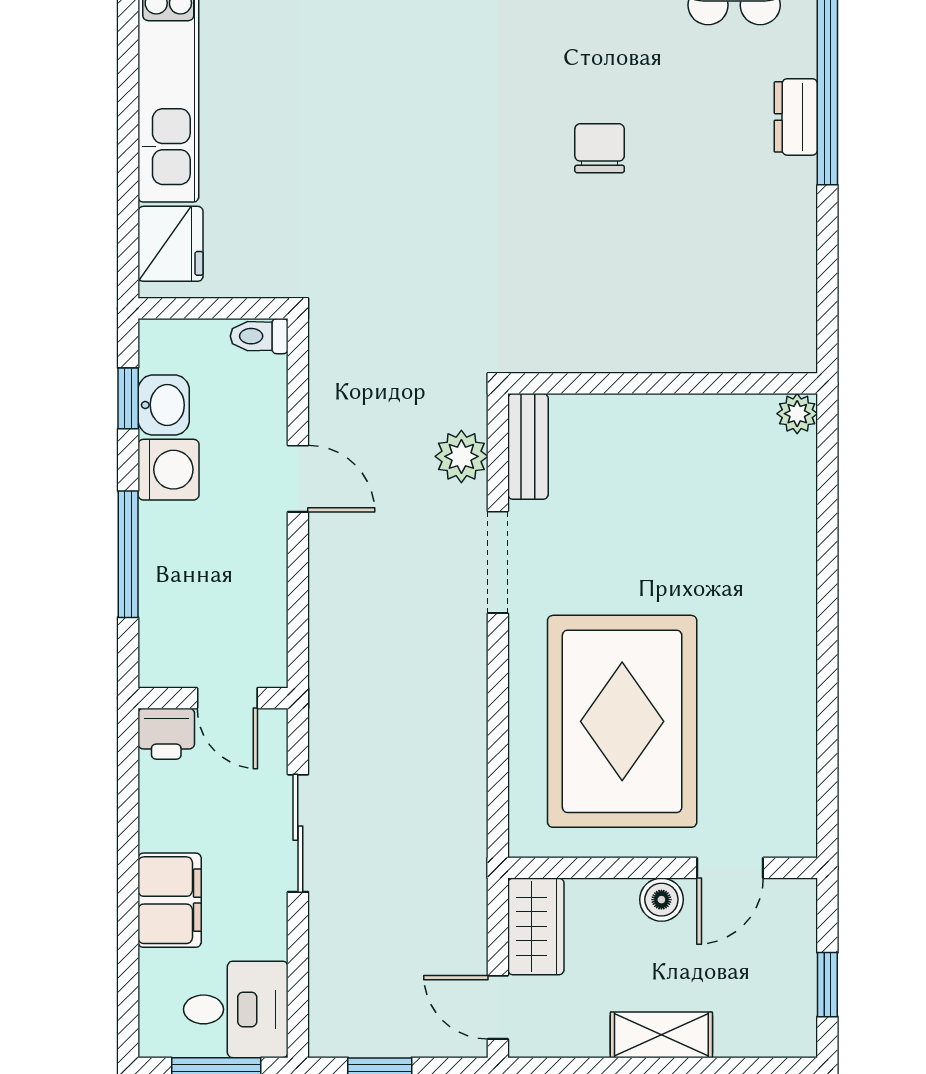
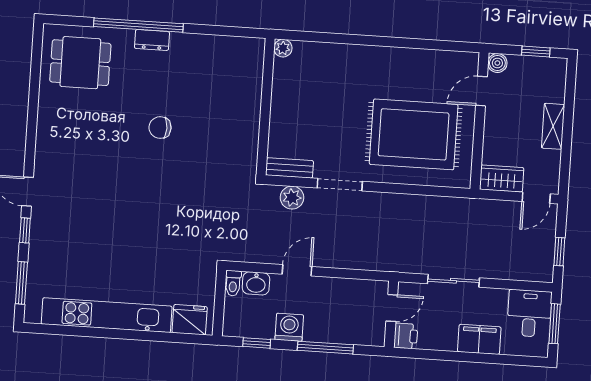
washbasin: (164, 405) -> (256, 283), moved, turned 180
door: (730, 868) -> (481, 91), swing flipped
boiler: (661, 900) -> (497, 63), moved

